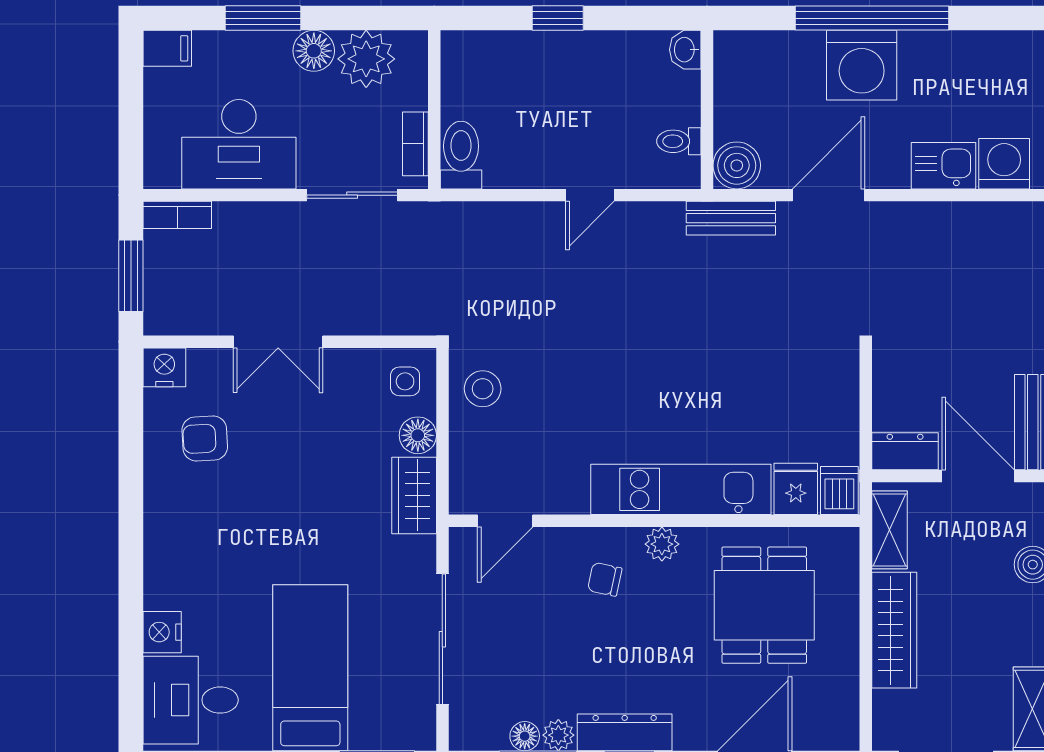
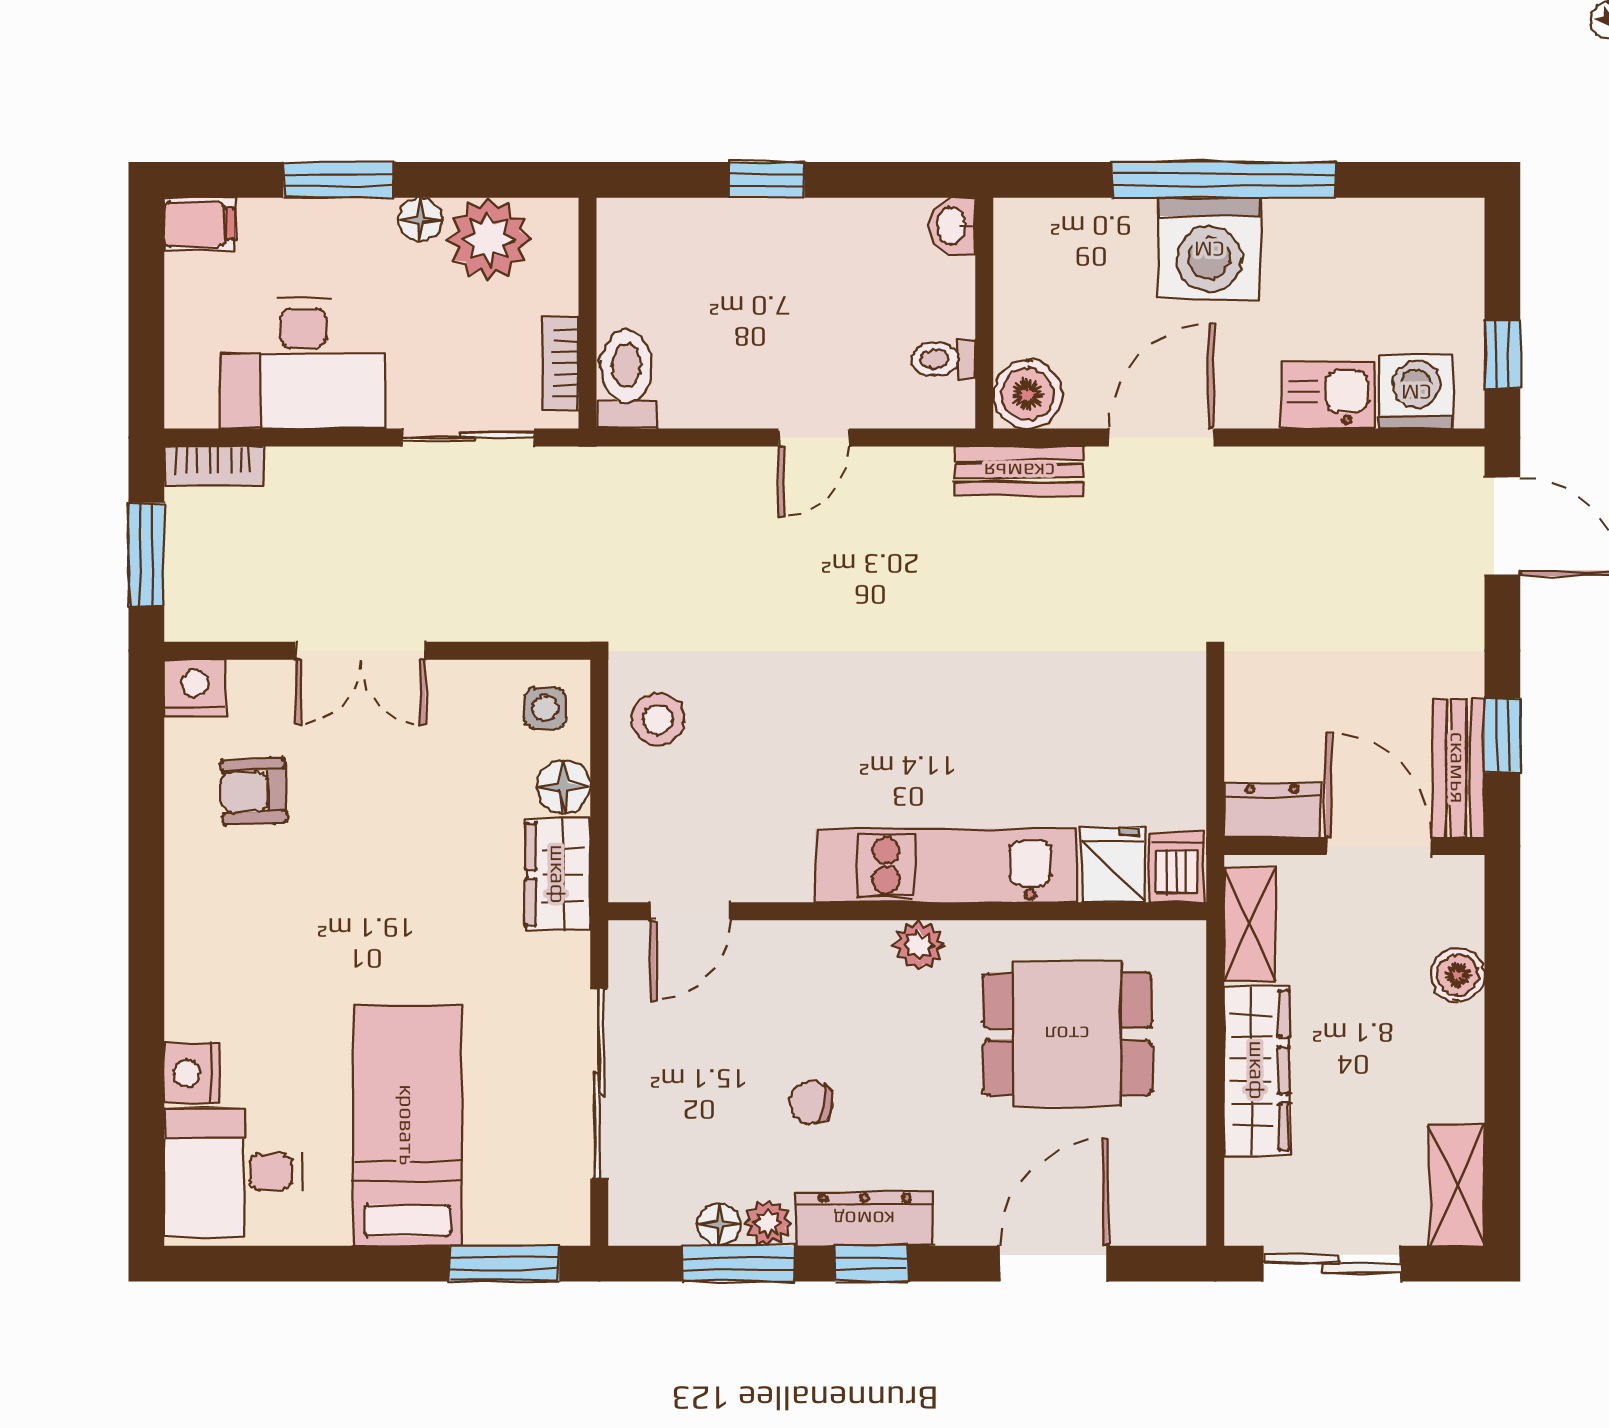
floor lamp: (314, 51) -> (420, 219), width x0.73, depth x0.73
chair: (605, 579) -> (811, 1102), moved
dining table: (764, 605) -> (1067, 1034), turned 90

